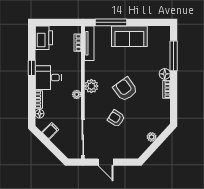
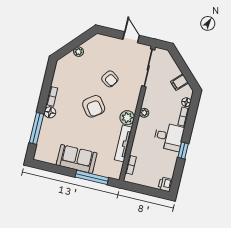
printer: (44, 38) -> (165, 184), width x0.53, depth x0.68
tv unit: (89, 43) -> (123, 144), moved

